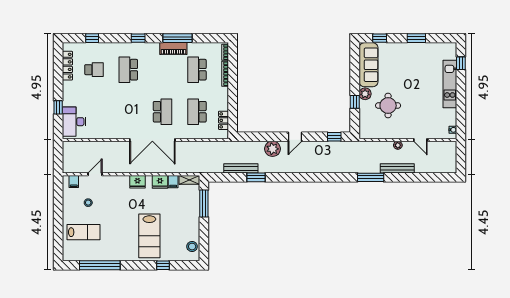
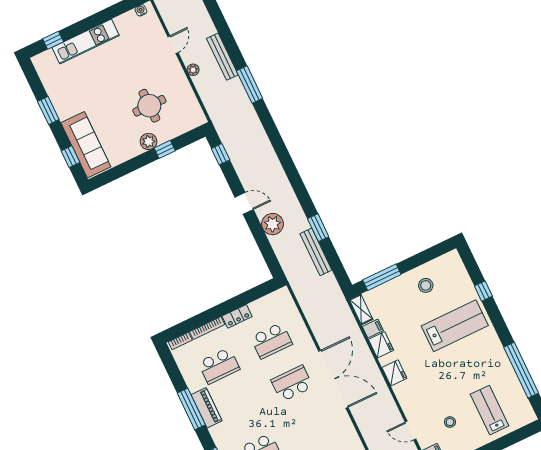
sofa: (369, 65) -> (86, 145), moved, turned 90
locker: (223, 120) -> (237, 316), moved
stool: (192, 247) -> (426, 285), moved

